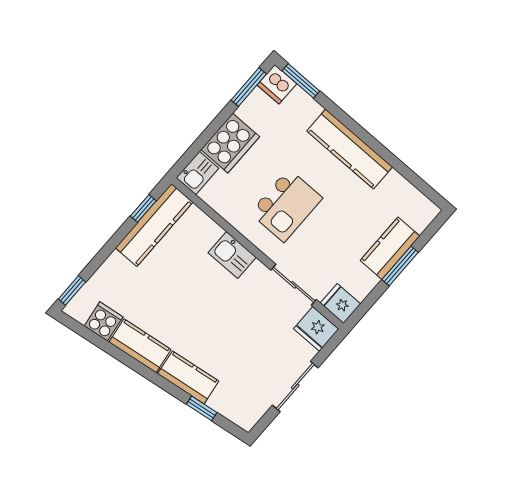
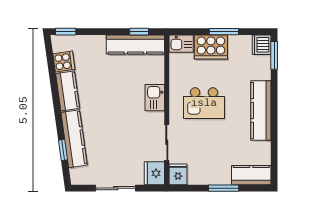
window: (249, 87) -> (224, 32), moved
kitchen counter: (390, 248) -> (251, 175), moved
kitchen counter: (188, 377) -> (74, 139), width x1.50

